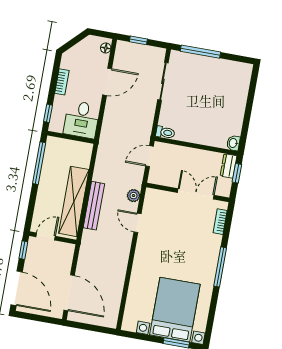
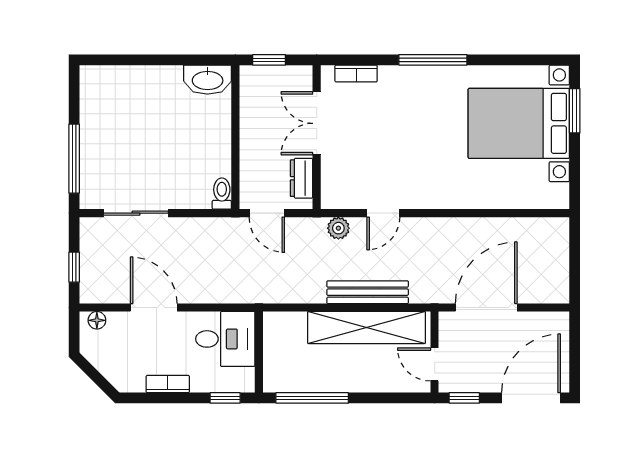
washbasin: (233, 143) -> (208, 80), width x1.91, depth x1.45
dresser: (229, 166) -> (301, 178), moved, turned 90
door: (69, 293) -> (486, 308), moved

